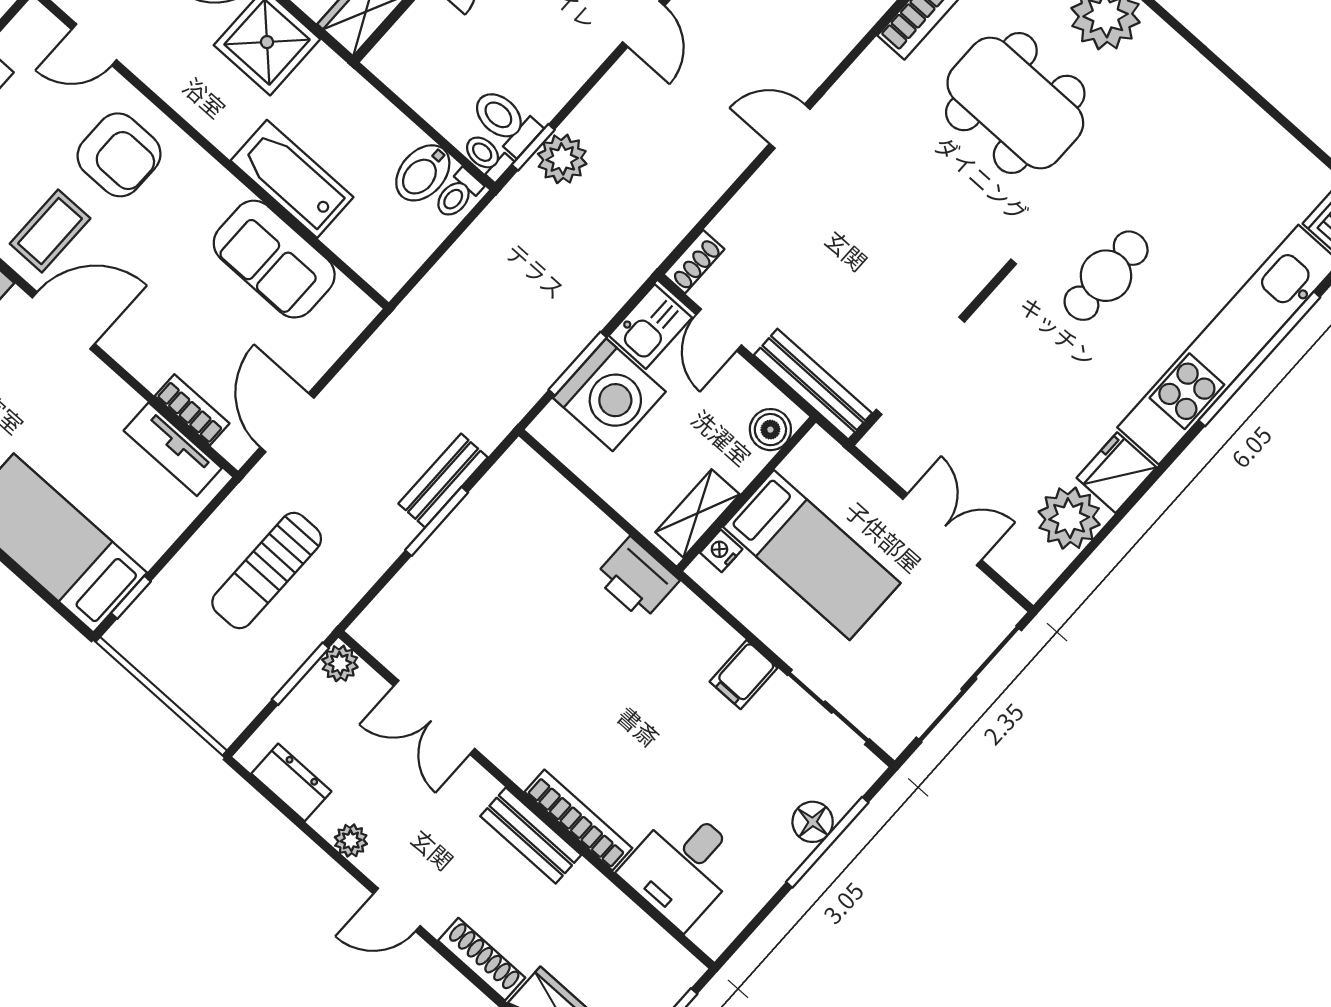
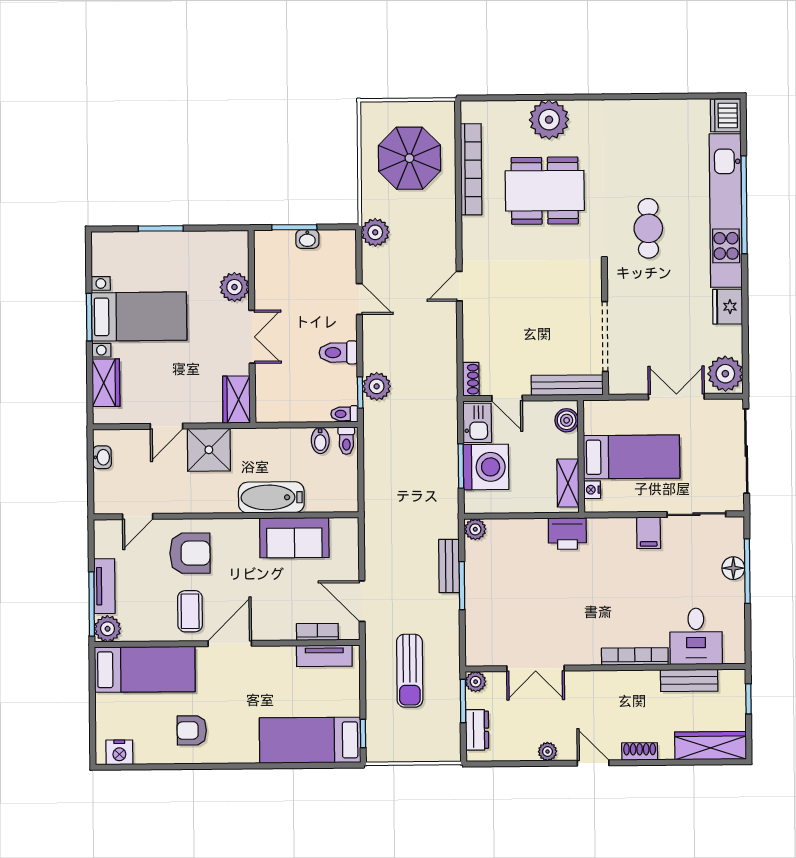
toilet: (505, 121) -> (338, 353), moved
bidet: (423, 173) -> (320, 440), width x0.72, depth x0.74
plant: (521, 464) -> (475, 529), added
plant: (1069, 518) -> (725, 374), moved
dresser: (291, 782) -> (477, 730), moved, turned 90
bench: (531, 836) -> (689, 680), moved
door: (397, 910) -> (593, 763), swing flipped
shoe rack: (482, 959) -> (640, 751), width x0.70

